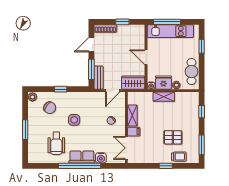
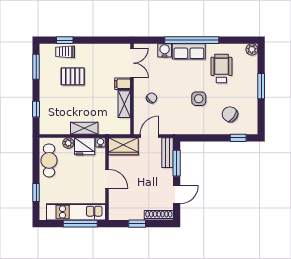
window: (61, 89) -> (238, 138), moved
plant: (32, 97) -> (252, 49), moved
window: (166, 166) -> (65, 40), moved

